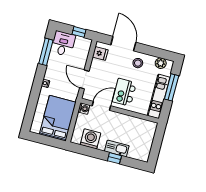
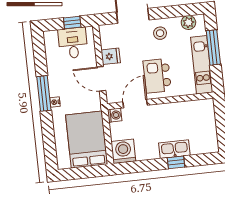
desk: (63, 44) -> (73, 43), moved
window: (46, 52) -> (44, 93), moved
fridge: (100, 53) -> (111, 56), moved
washing machine: (90, 139) -> (123, 151), moved

